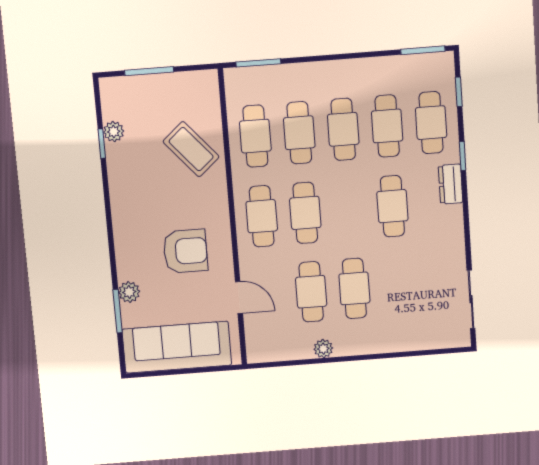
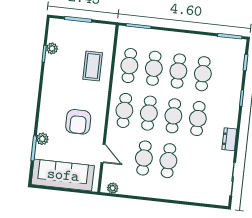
cafe table: (431, 123) -> (173, 116), moved
coffee table: (191, 149) -> (93, 66), turned 41
dresser: (451, 184) -> (229, 139), moved
armchair: (185, 251) -> (78, 122), turned 90
plant: (323, 349) -> (113, 188), moved

